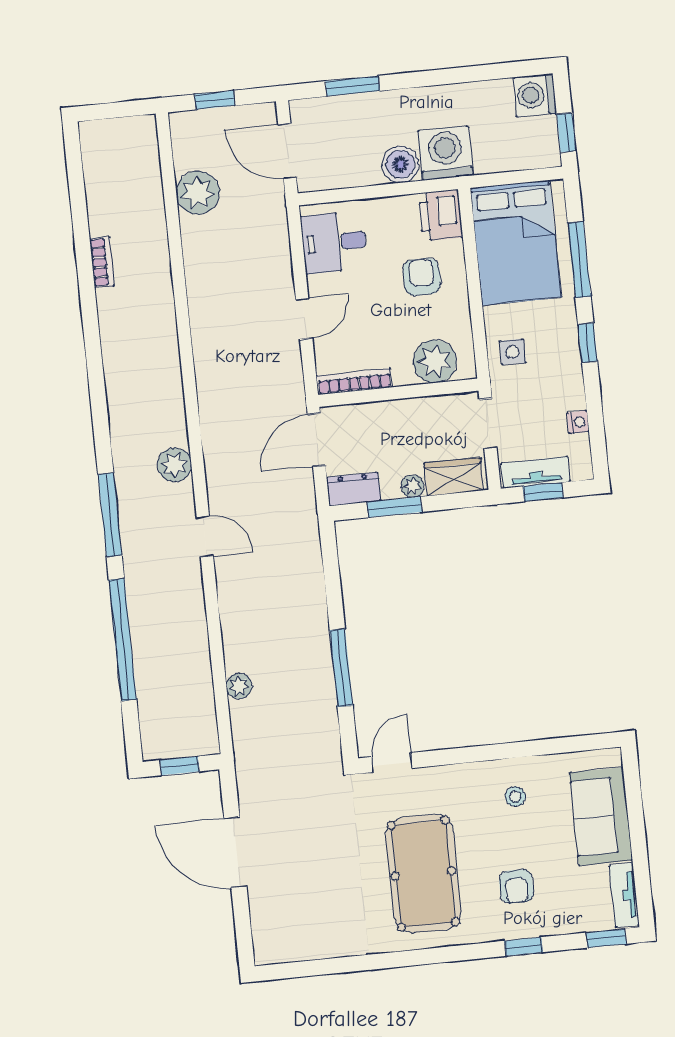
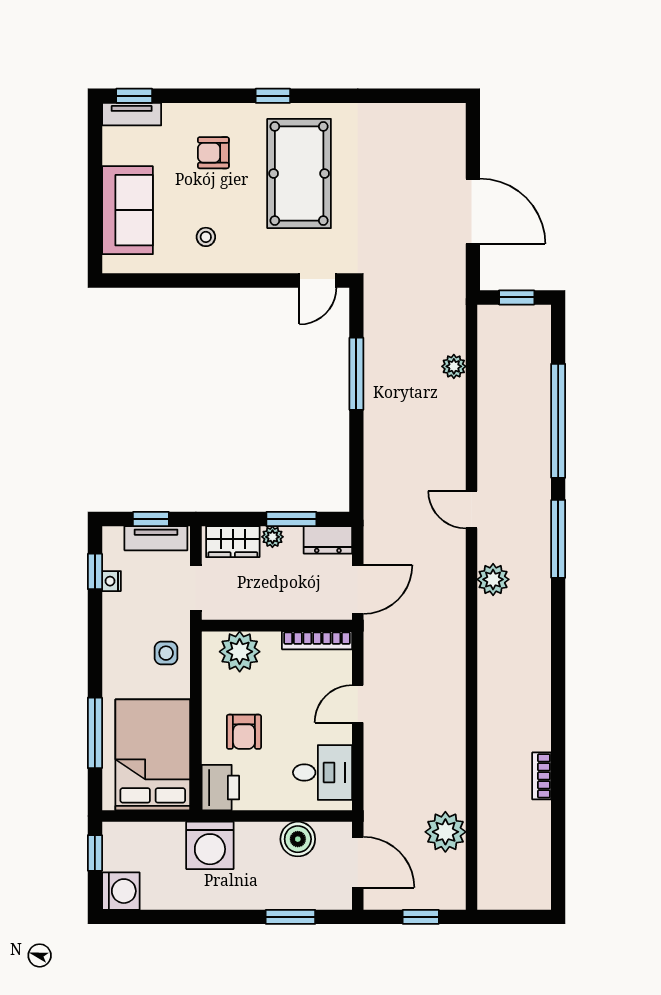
boiler: (400, 164) -> (298, 839), moved
window: (588, 343) -> (95, 571), moved
armchair: (516, 886) -> (213, 153), turned -90
tv unit: (624, 895) -> (132, 114), moved, turned 90
window: (524, 947) -> (273, 96), moved

